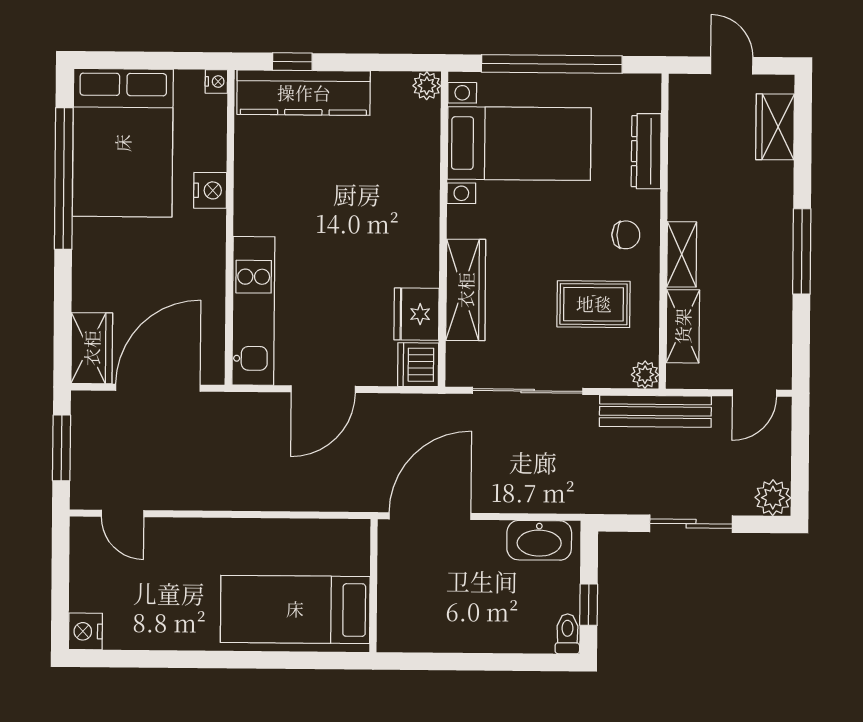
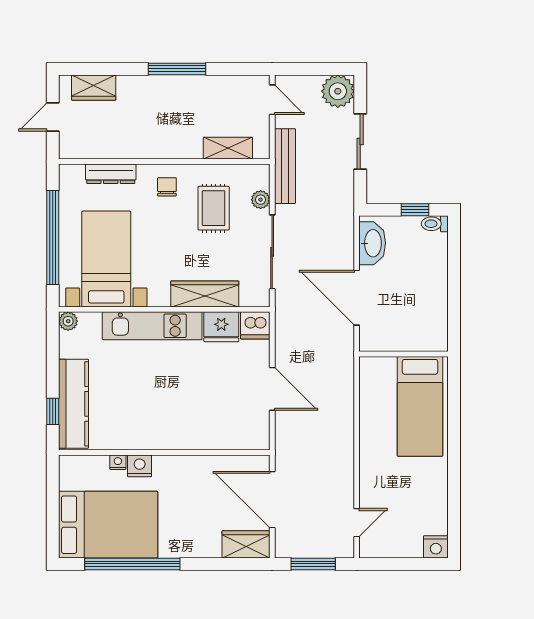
nightstand: (216, 81) -> (118, 462), moved
shelving: (682, 254) -> (180, 149), removed
kitchen unit: (253, 311) -> (152, 326), moved, turned 180
plant: (645, 375) -> (261, 200), moved
plant: (773, 498) -> (338, 91), width x1.36, depth x1.36
door: (430, 516) -> (357, 298), moved

